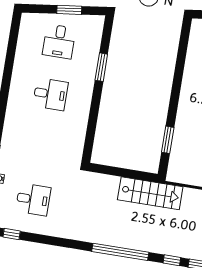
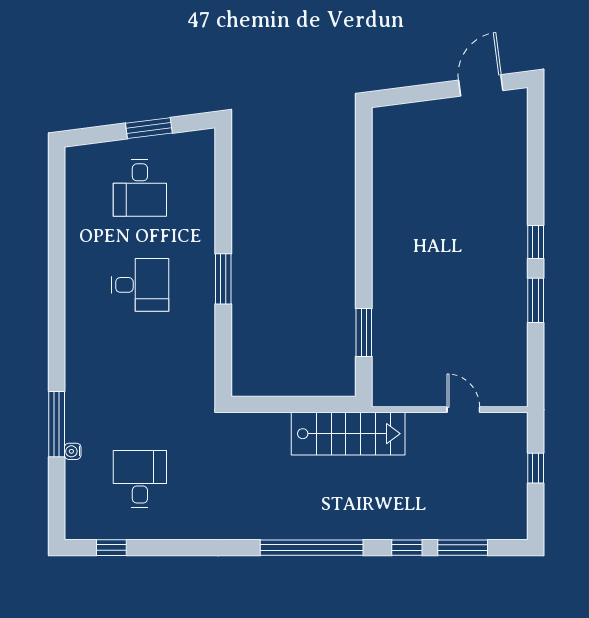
window: (101, 67) -> (223, 279), moved
desk: (33, 199) -> (140, 479), turned -90

